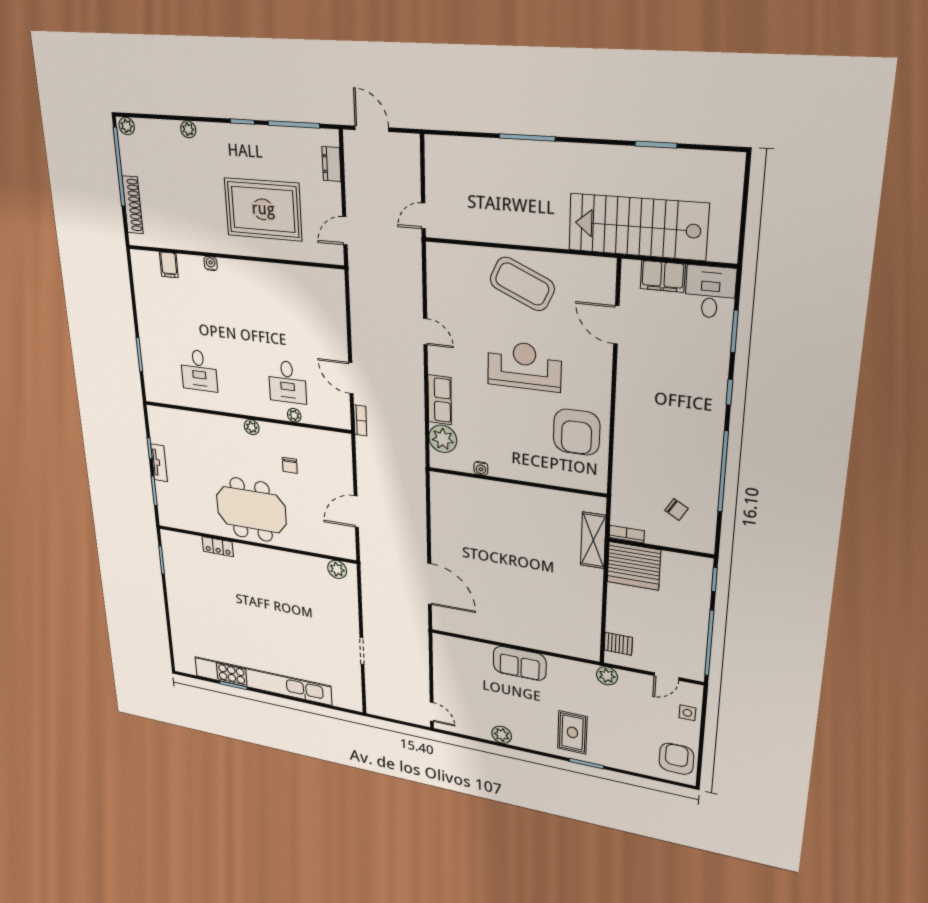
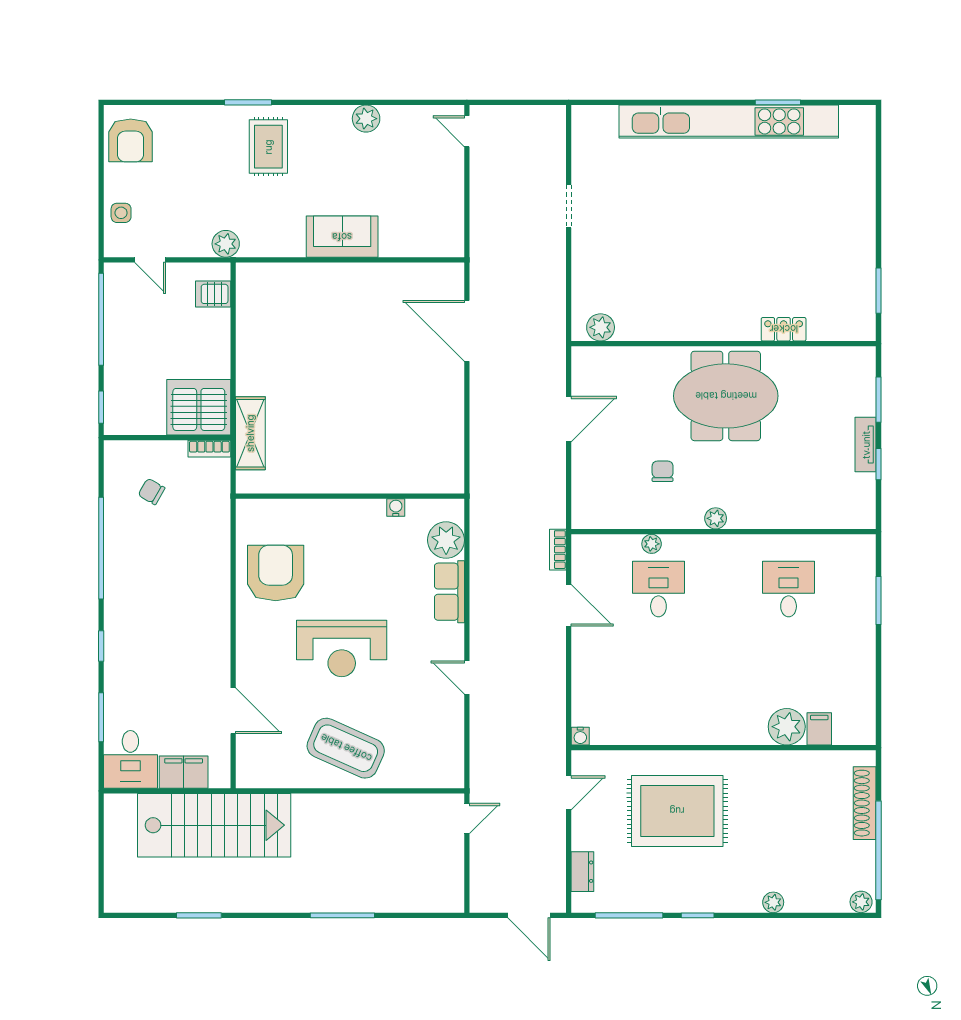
water cooler: (211, 263) -> (580, 736), moved
plant: (191, 269) -> (787, 727), added
door: (666, 677) -> (150, 260), swing flipped

